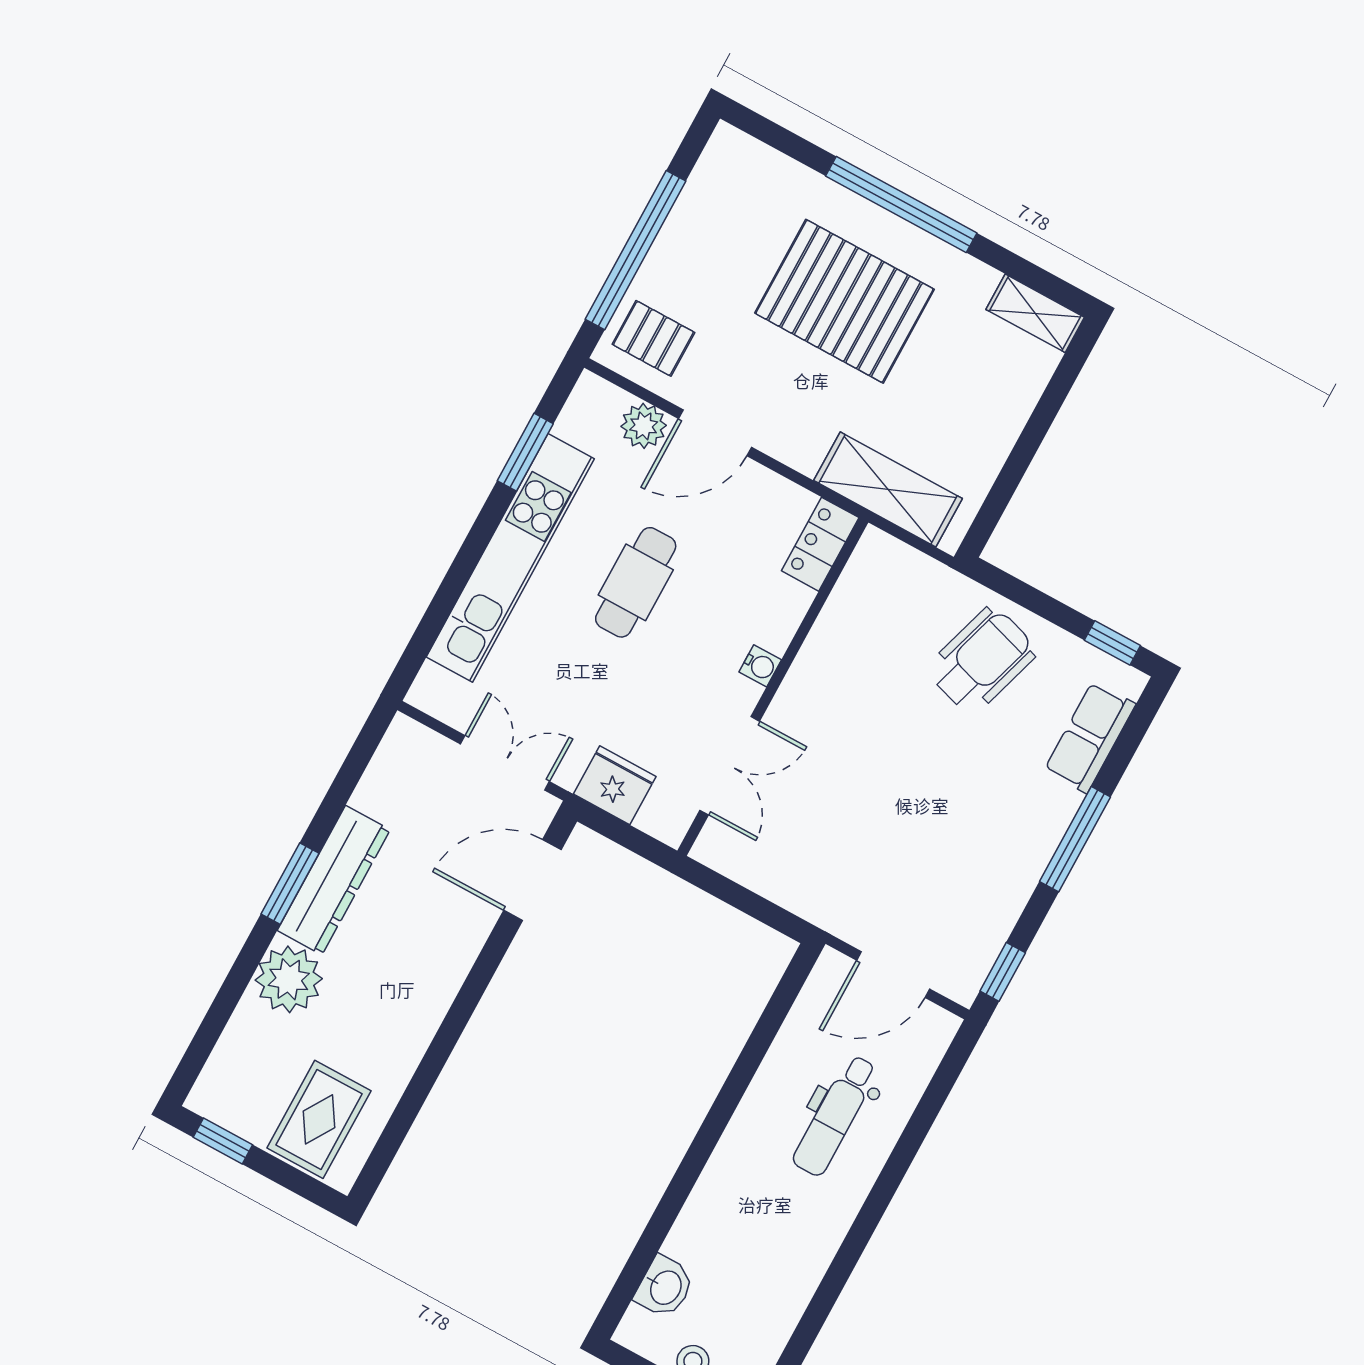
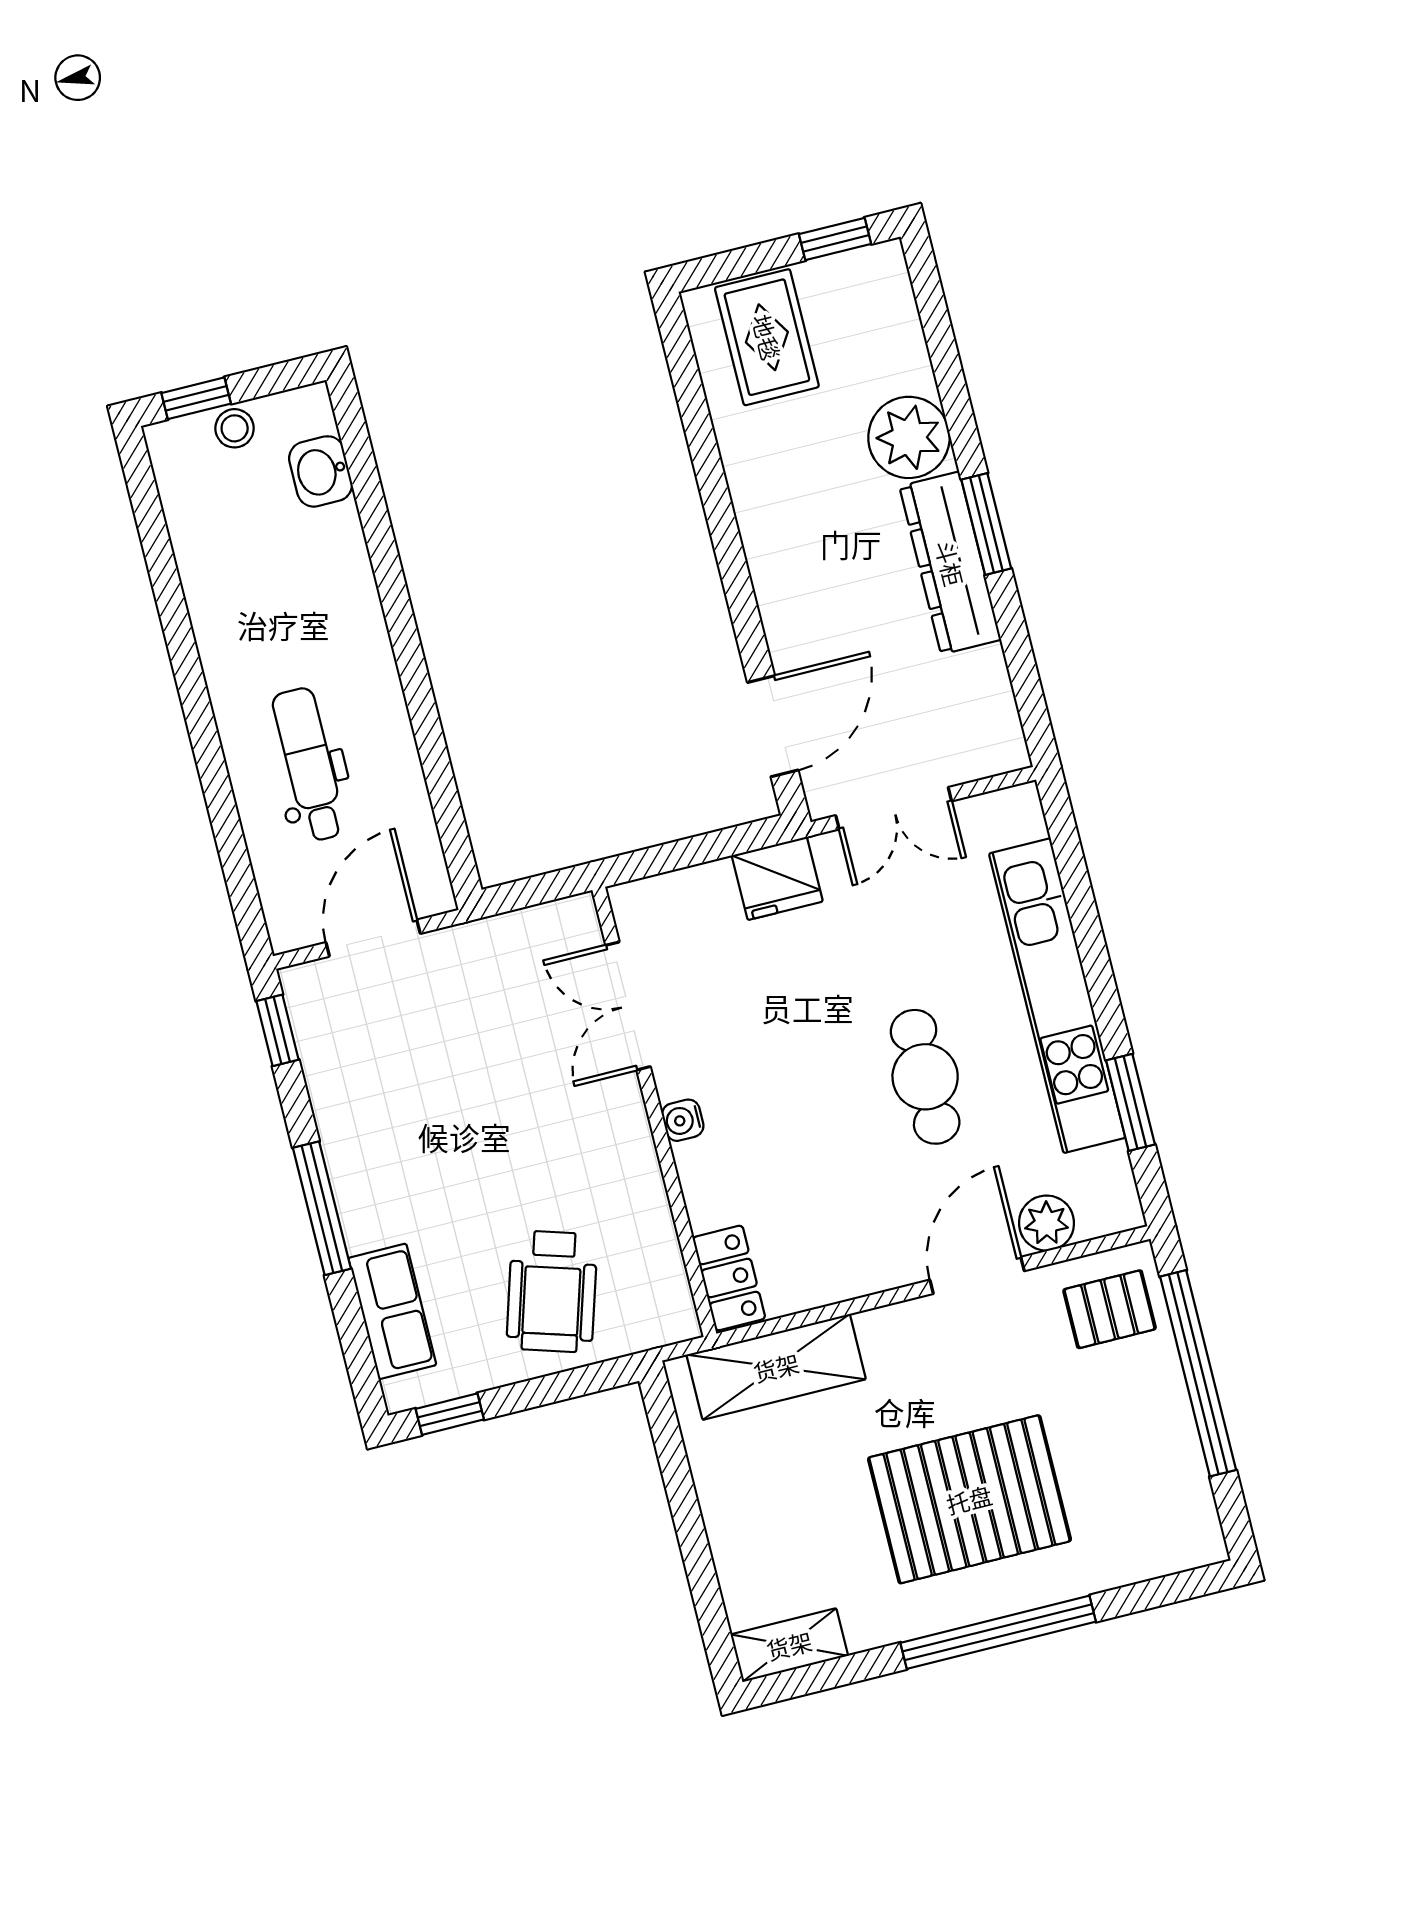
locker: (820, 544) -> (729, 1278), moved
water cooler: (760, 666) -> (683, 1120), moved
wall: (773, 687) -> (654, 1112), moved
double door: (730, 766) -> (628, 1006), moved

